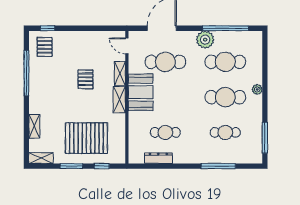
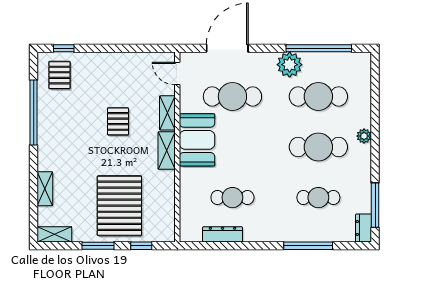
pallet: (86, 138) -> (119, 206), turned 90
dresser: (257, 154) -> (363, 228), added

